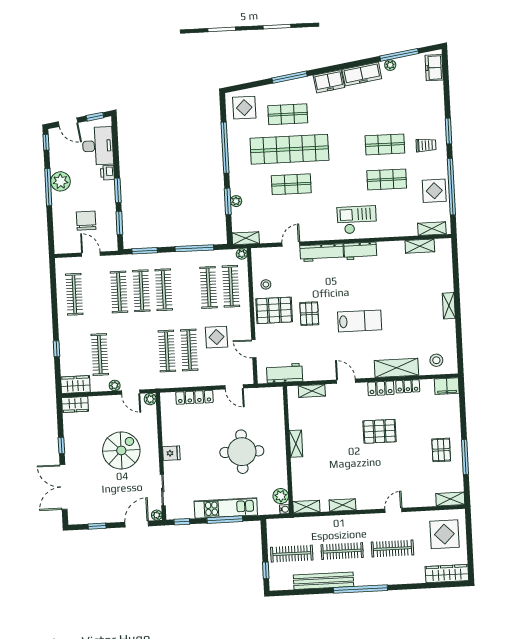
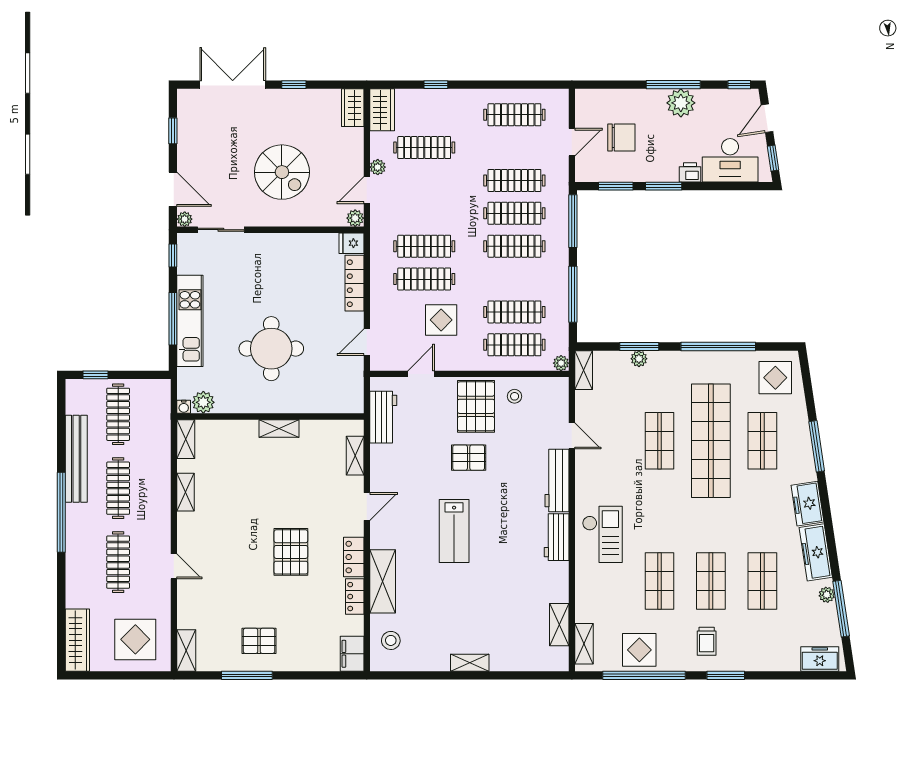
shop shelf: (383, 109) -> (762, 581), added
window: (145, 251) -> (573, 221), width x1.44
fridge: (171, 453) -> (351, 243), moved, turned 90

